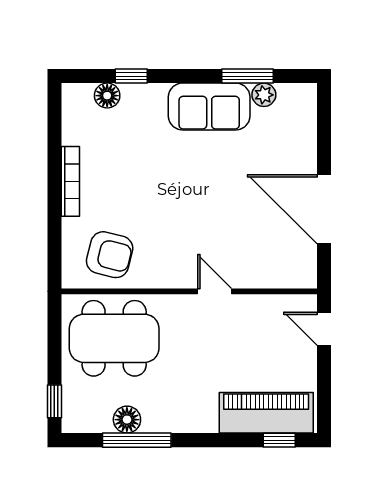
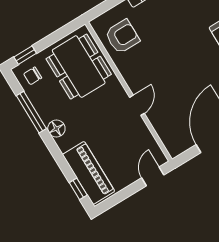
armchair: (110, 255) -> (122, 37), turned -104
chair: (89, 408) -> (33, 76), added
floor lamp: (127, 420) -> (56, 129), moved

